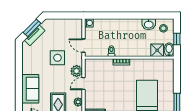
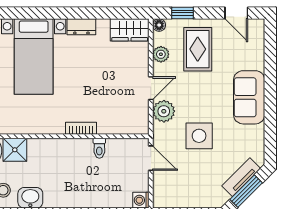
sofa: (30, 89) -> (249, 97), moved

